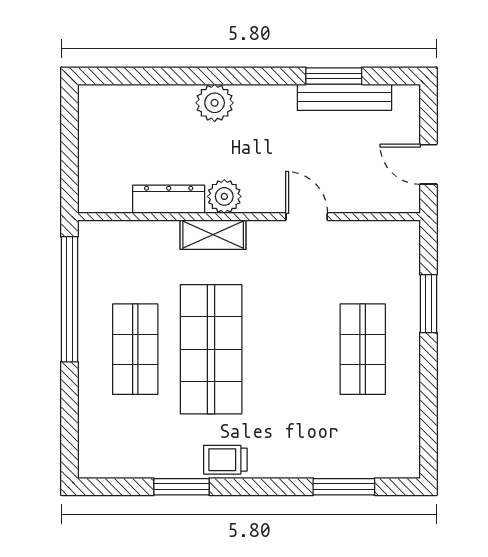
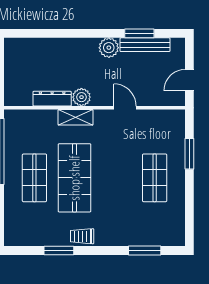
plant: (215, 103) -> (109, 48), moved
door: (428, 164) -> (189, 80), hinge flipped

